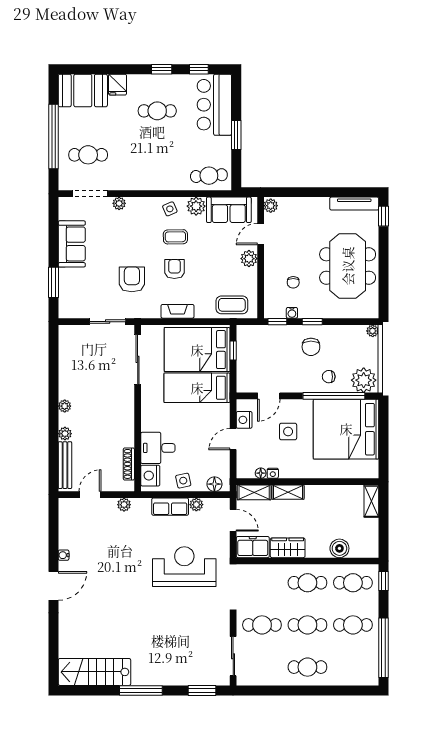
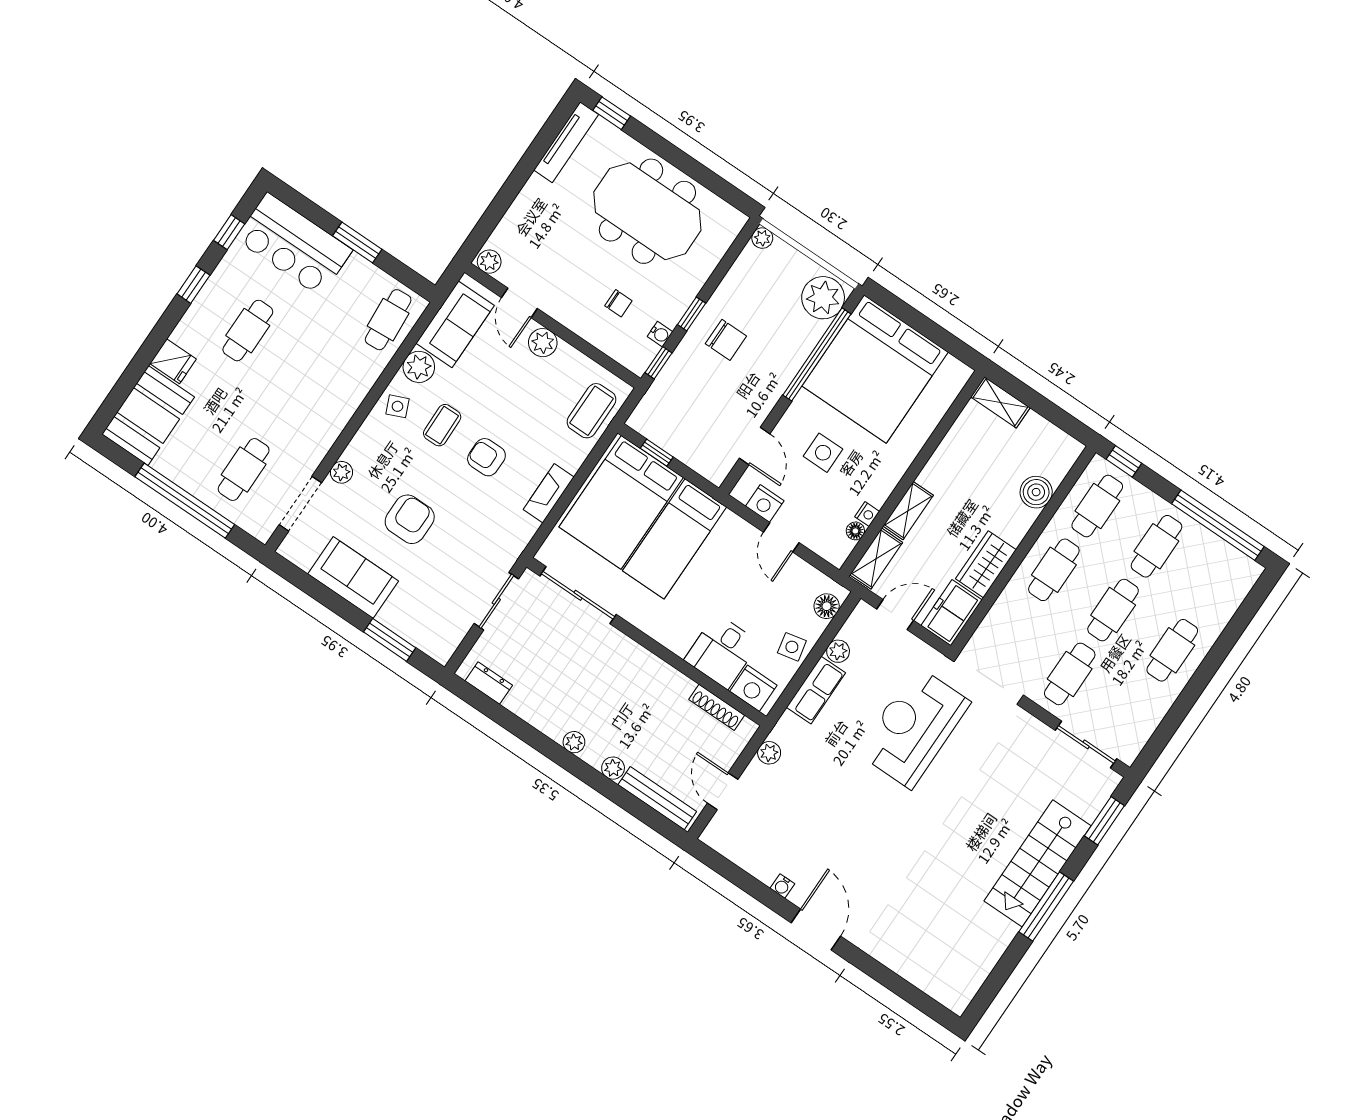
armchair: (132, 279) -> (410, 519), moved, turned 90
dresser: (65, 345) -> (489, 683), added
chair: (329, 377) -> (785, 343), removed
stairs: (94, 672) -> (1038, 863), moved

